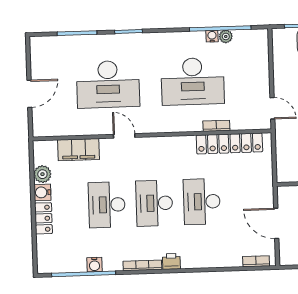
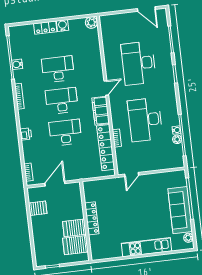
door: (29, 94) -> (146, 9), moved
door: (124, 136) -> (106, 88), moved
filing cabinet: (78, 150) -> (101, 111), moved
plant: (42, 174) -> (91, 22), moved
printer: (171, 261) -> (26, 134), moved

